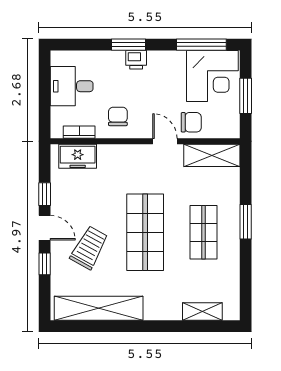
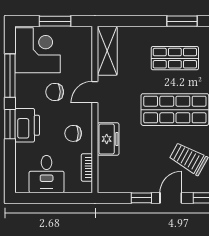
window: (201, 45) -> (10, 76), moved
printer: (136, 60) -> (27, 125), width x1.87, depth x1.48
chair: (191, 122) -> (55, 92), moved, turned -90
freezer: (78, 156) -> (108, 139), moved
window: (246, 222) -> (182, 21), moved

